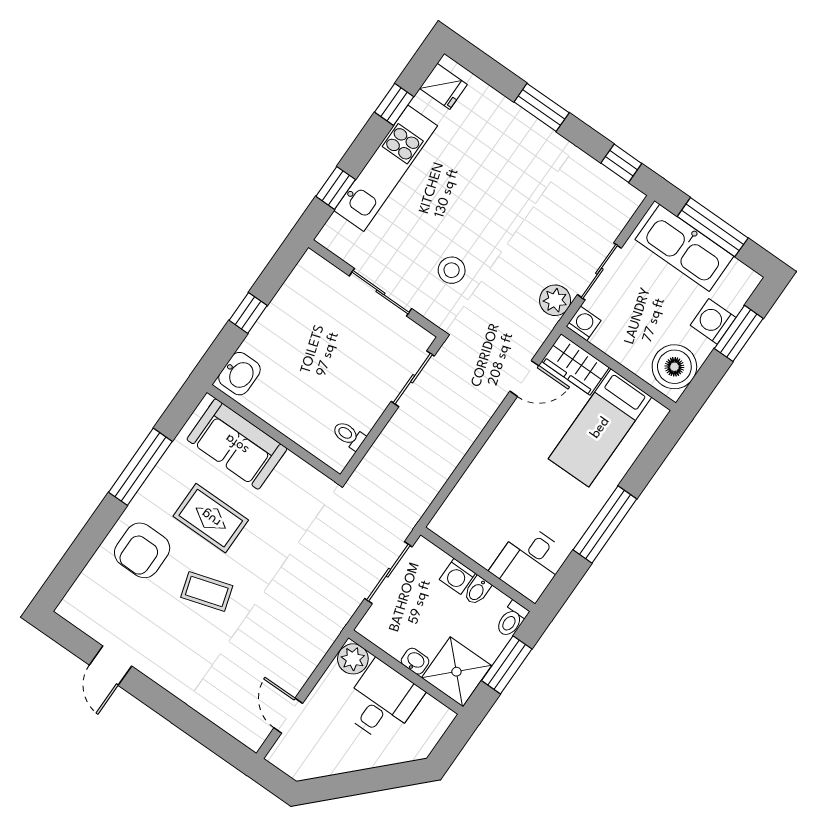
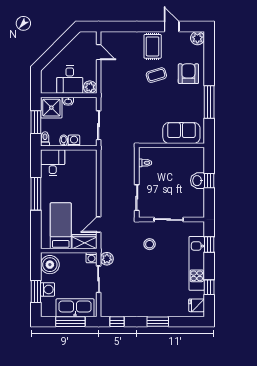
washbasin: (239, 374) -> (197, 181), moved
rug: (211, 518) -> (153, 46), moved, turned 90
plant: (76, 607) -> (197, 38), added

